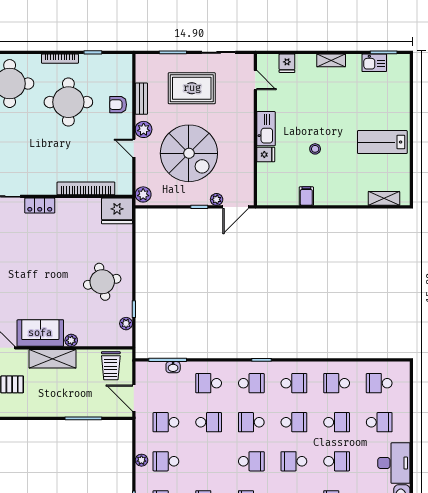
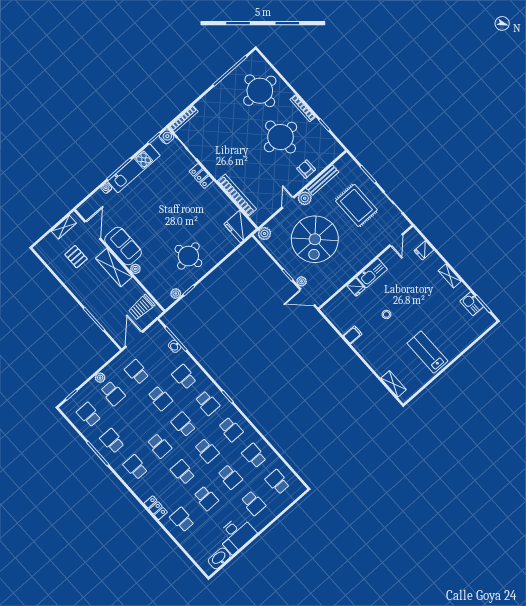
bench: (141, 99) -> (322, 180), width x1.36
school desk: (166, 461) -> (113, 393), turned 180

